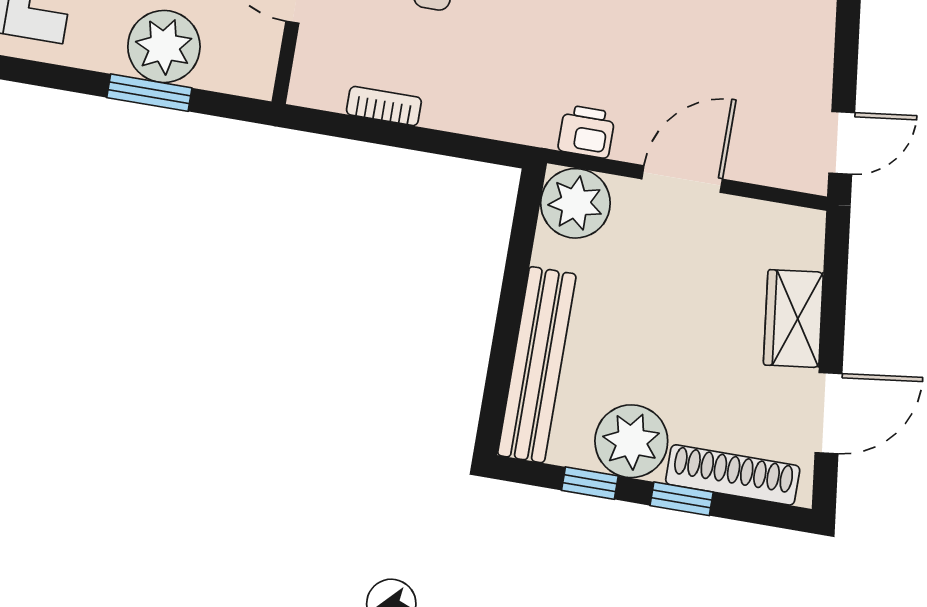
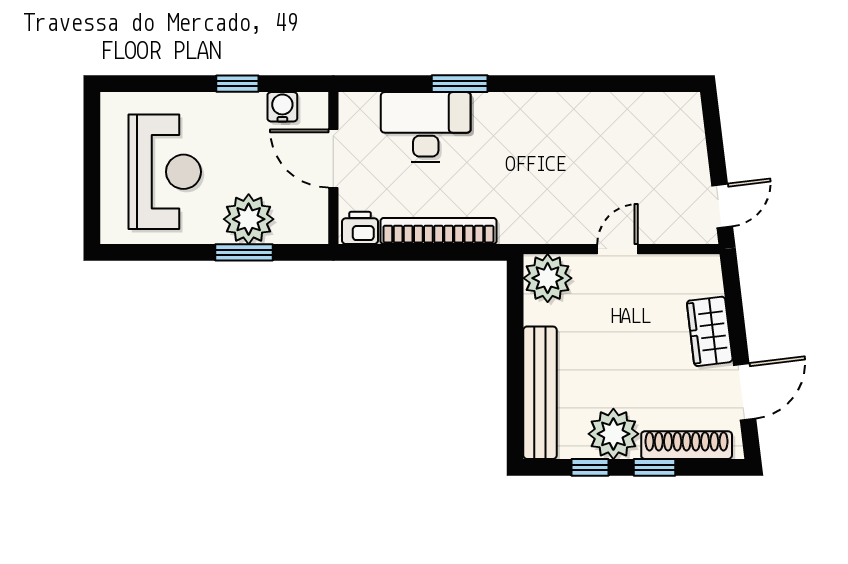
bookcase: (384, 106) -> (439, 231), width x2.31, depth x1.31
printer: (587, 132) -> (360, 228), moved
door: (682, 179) -> (617, 249), width x0.73

